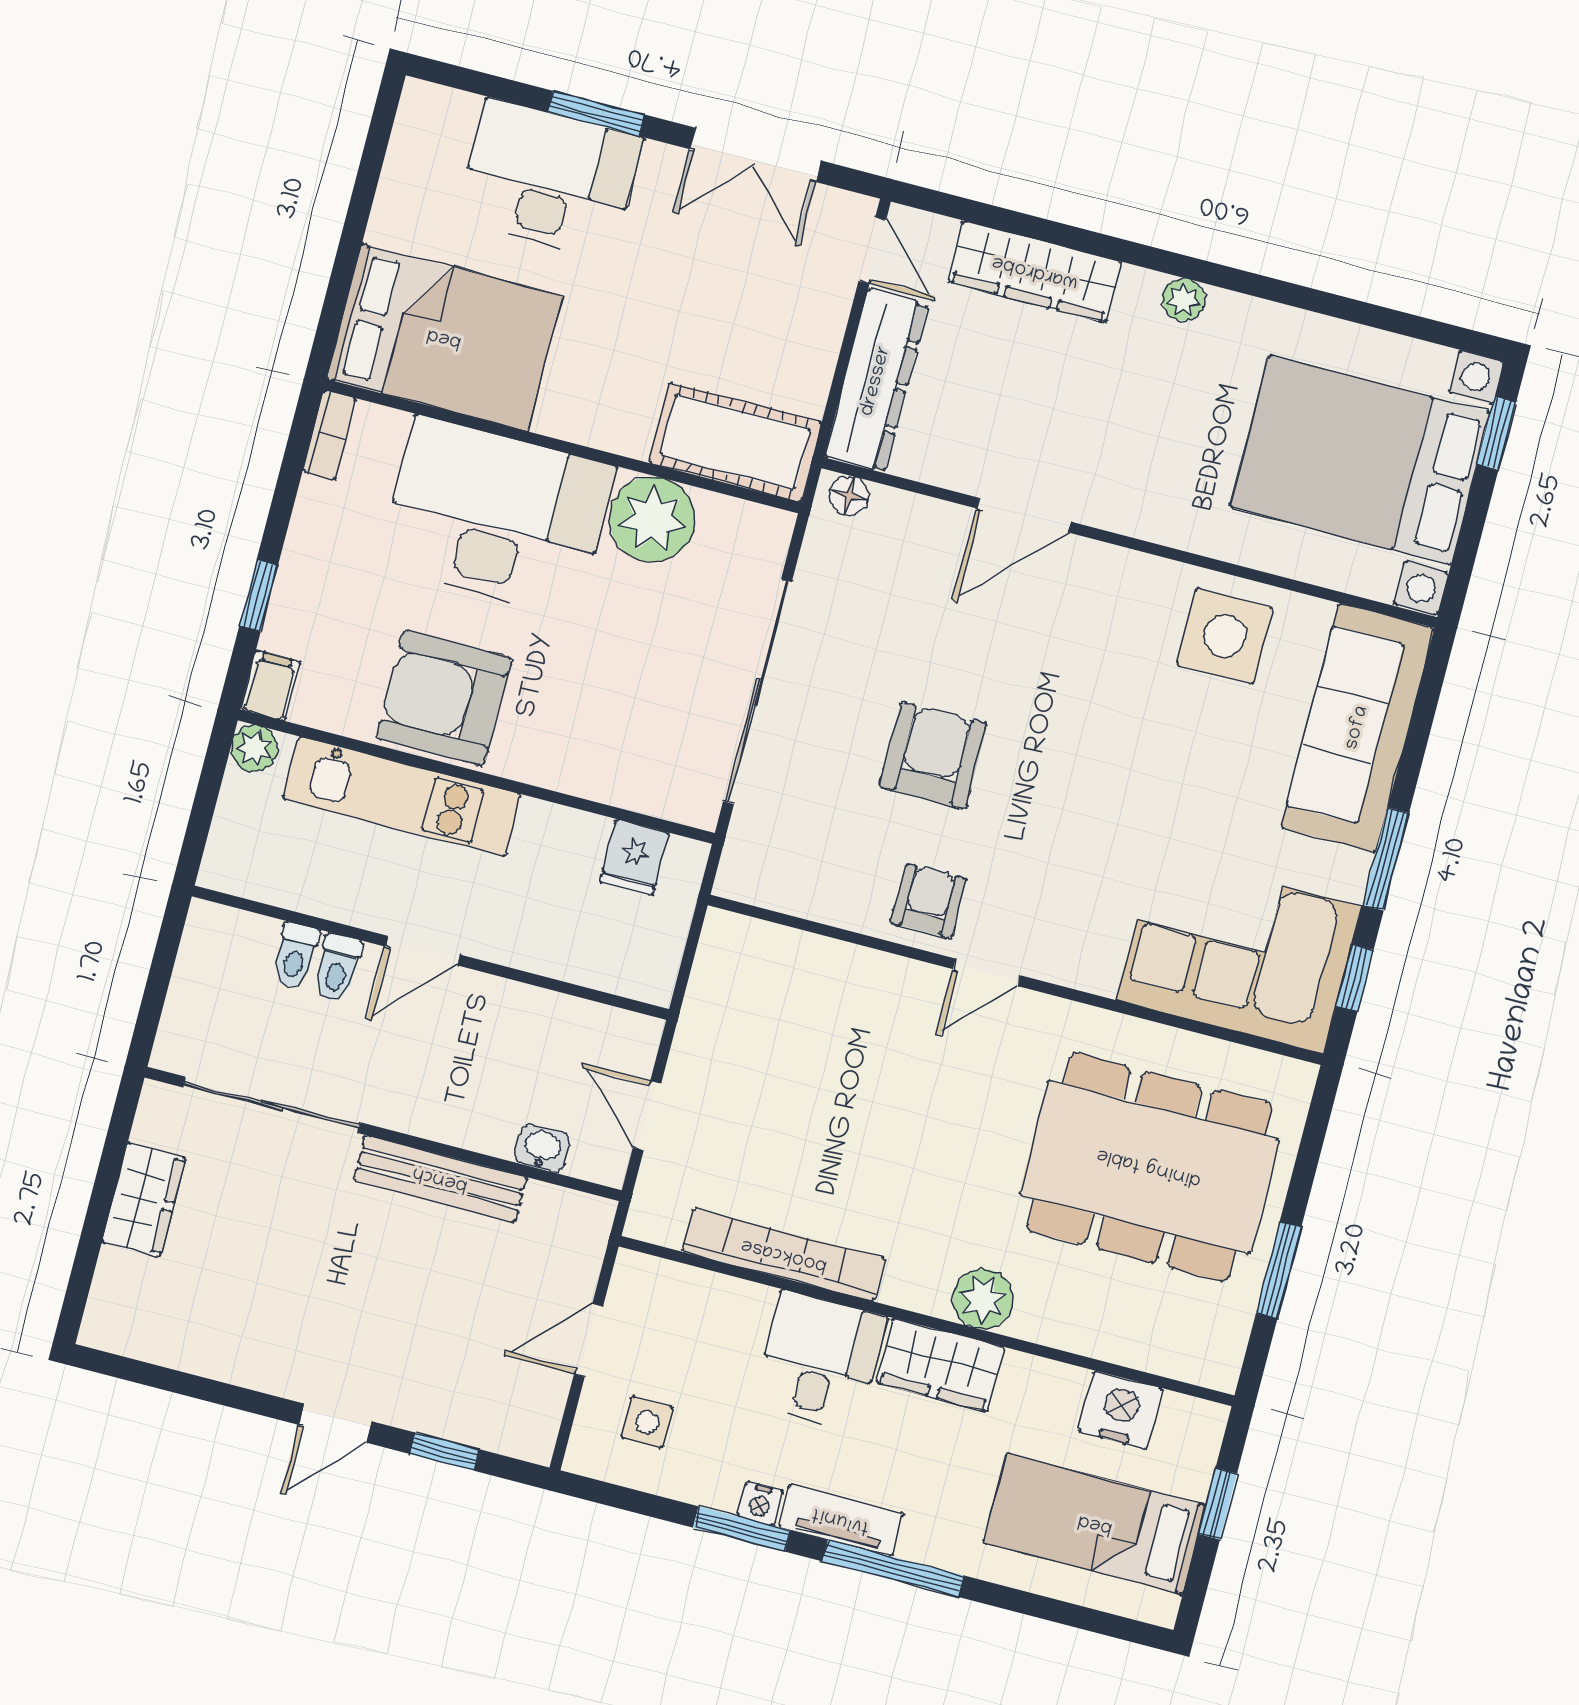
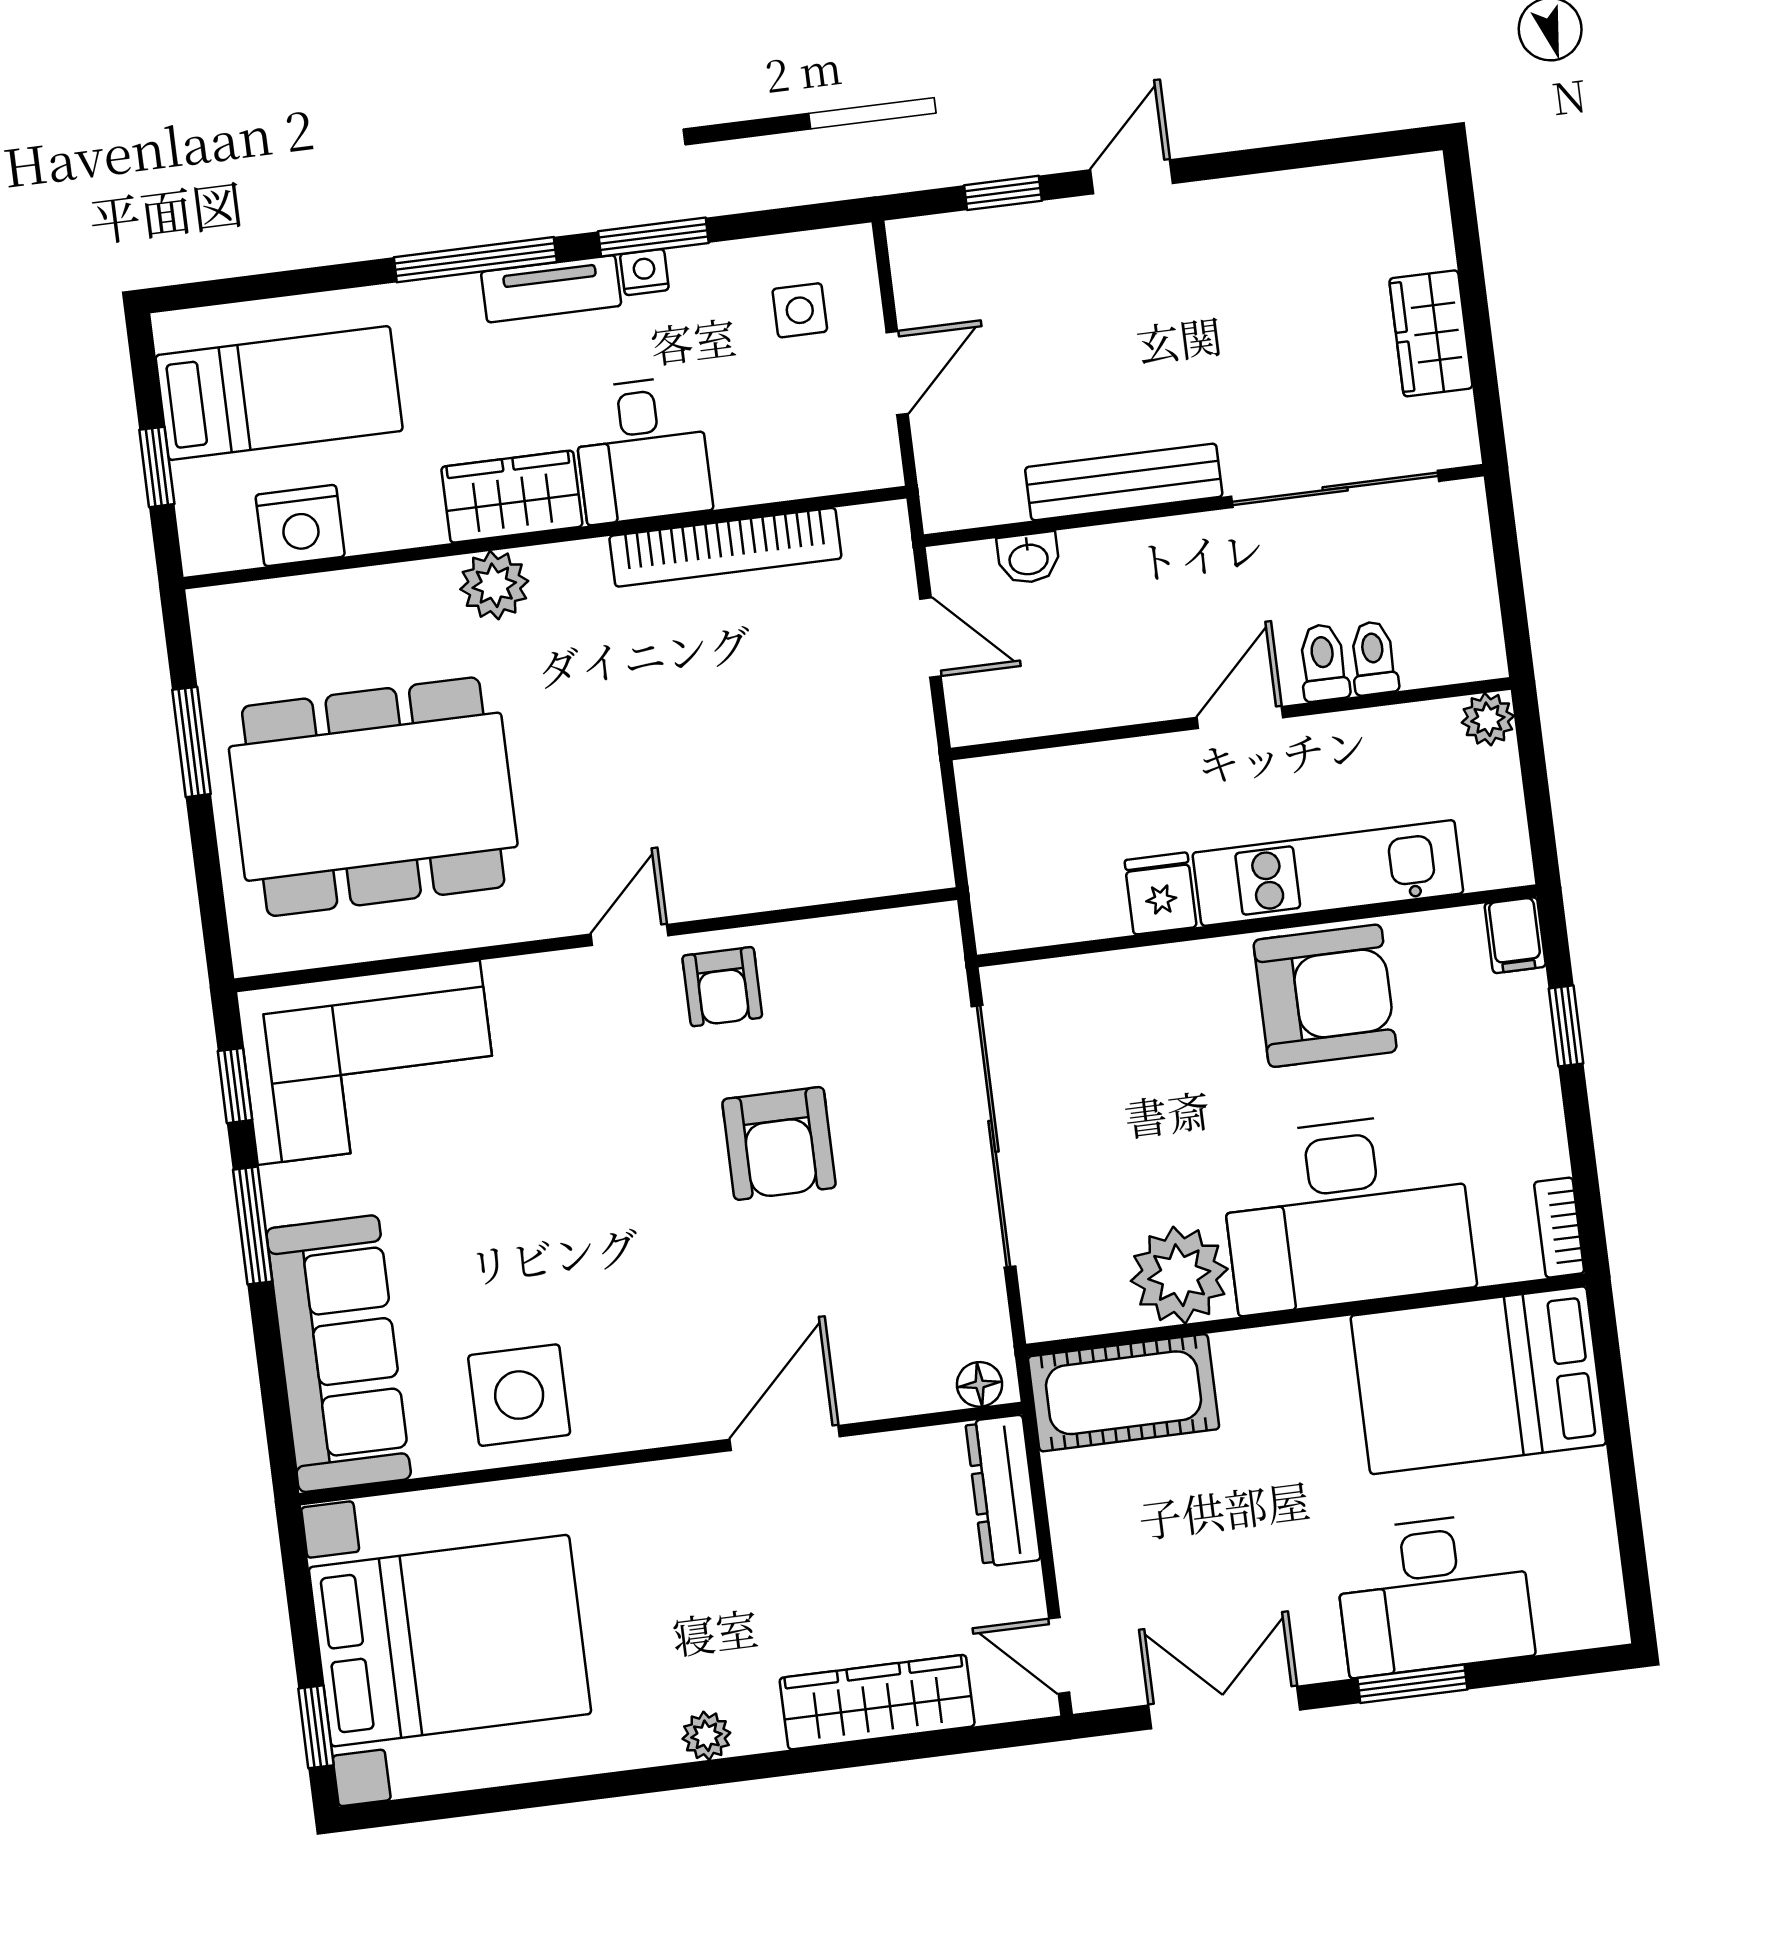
dresser: (876, 381) -> (1003, 1491), width x0.73, depth x0.80
plant: (254, 748) -> (1488, 719), moved
fridge: (634, 858) -> (1161, 894), moved

